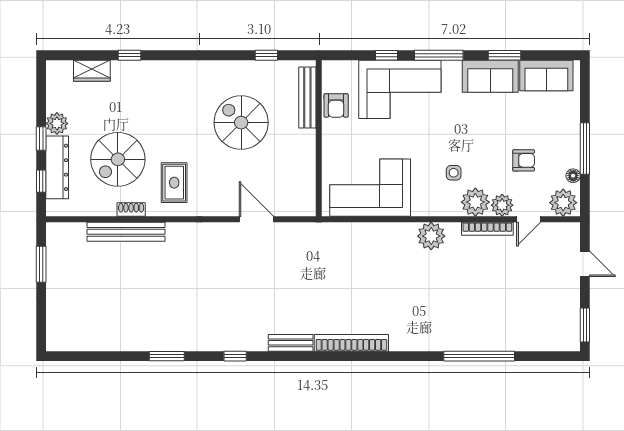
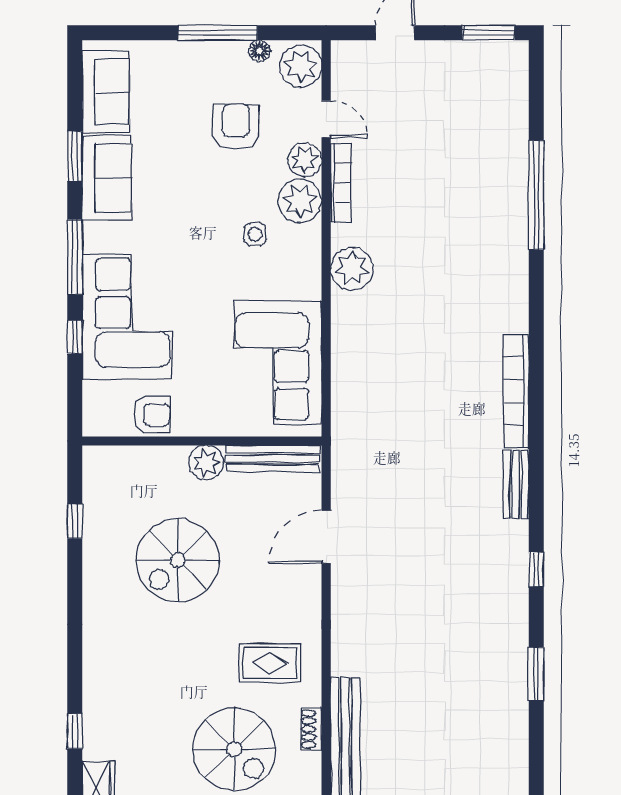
bench: (307, 97) -> (273, 459), moved
plant: (305, 141) -> (206, 463), added
armchair: (524, 160) -> (236, 127), width x1.38, depth x1.38

